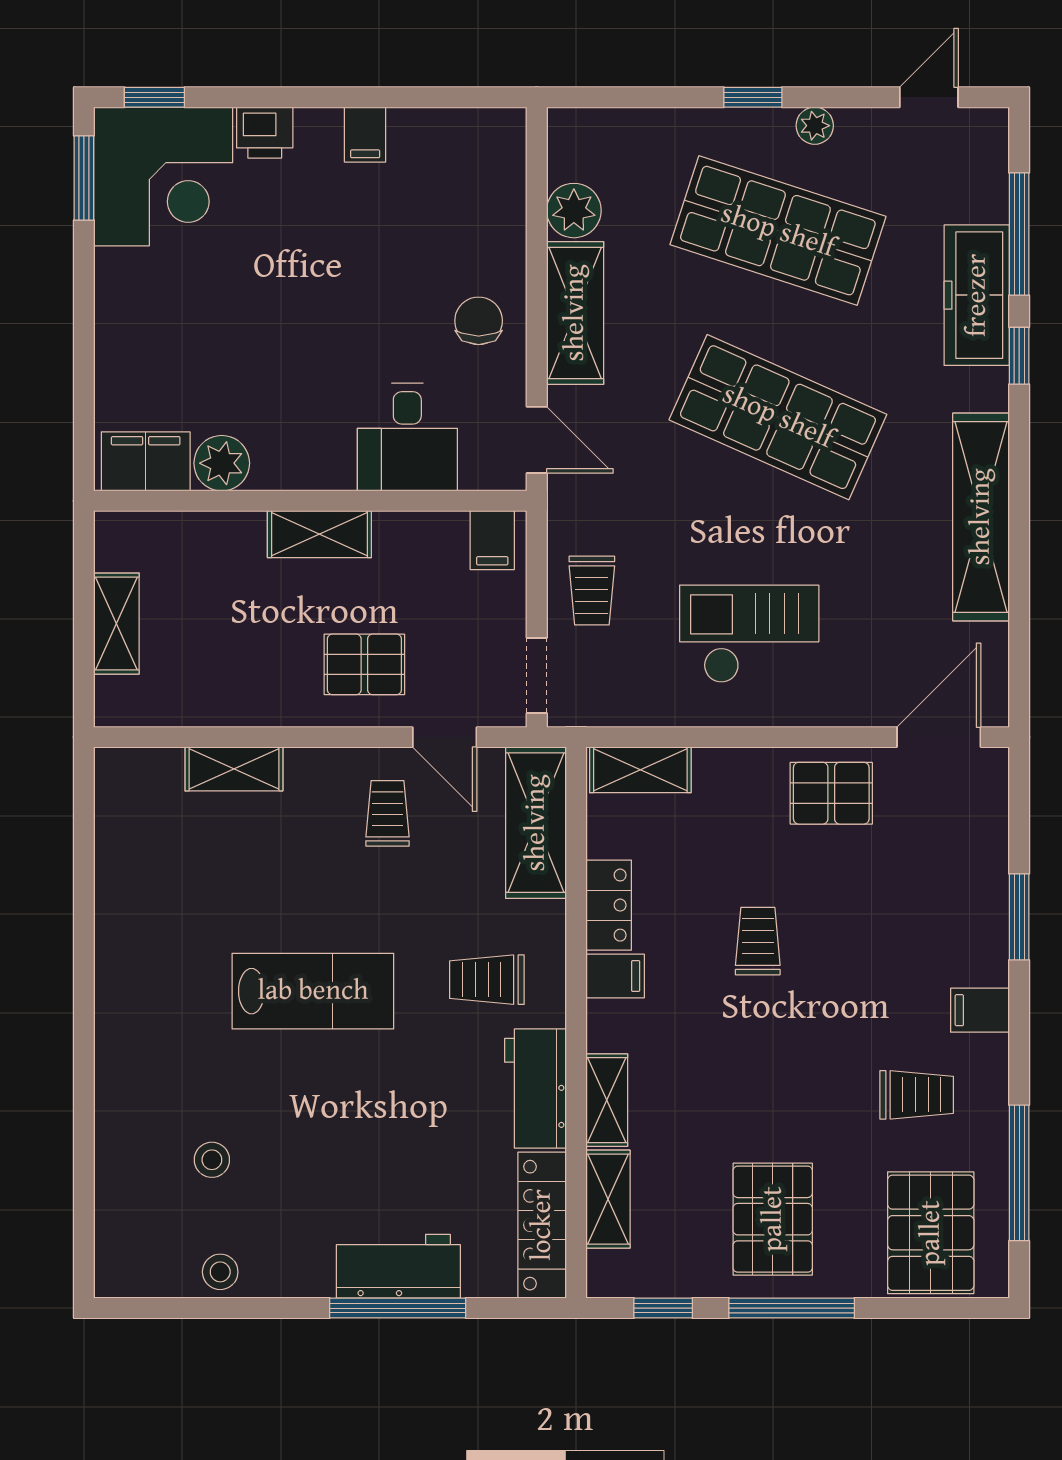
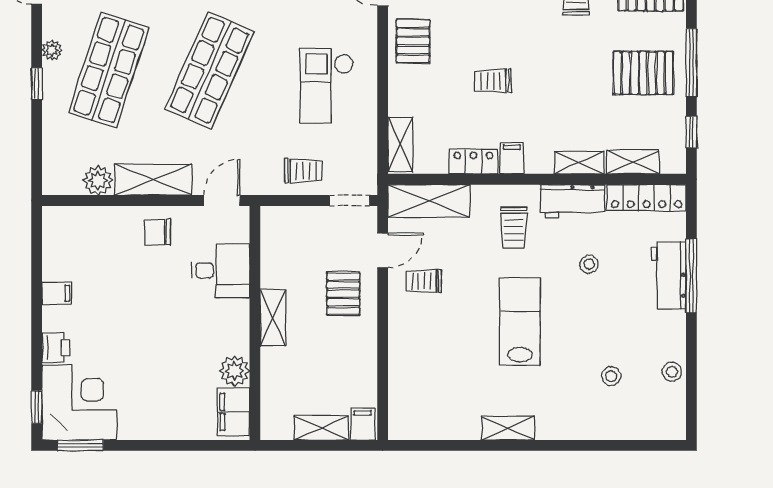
filing cabinet: (492, 540) -> (363, 424), moved, turned -90
shelving: (234, 769) -> (508, 428), moved, turned 90
stool: (419, 1119) -> (589, 264), added

